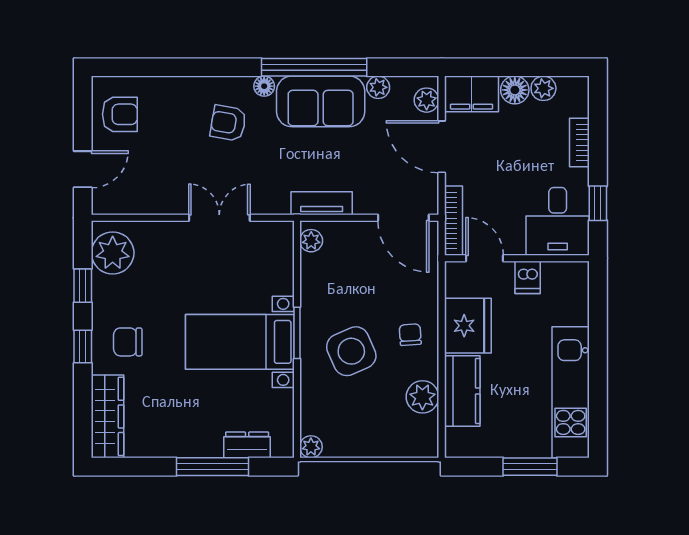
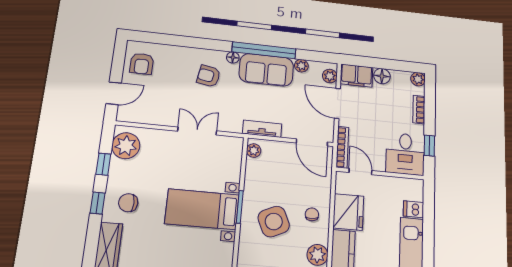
plant: (543, 88) -> (418, 79), moved
armchair: (120, 114) -> (142, 64), turned 90
dishwasher: (528, 277) -> (413, 209), moved, turned 90

